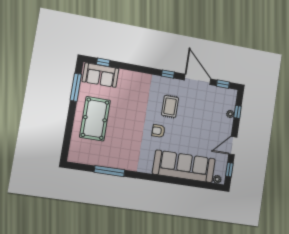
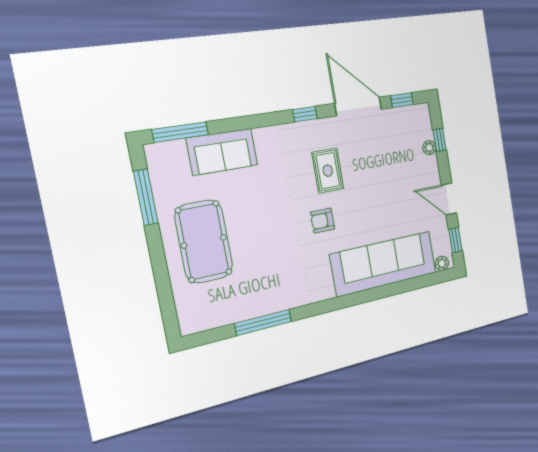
window: (103, 62) -> (180, 132), width x2.17
sofa: (101, 75) -> (222, 152), moved
door: (233, 146) -> (449, 199), hinge flipped

